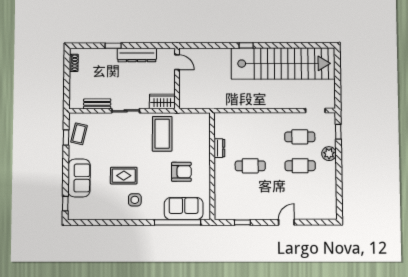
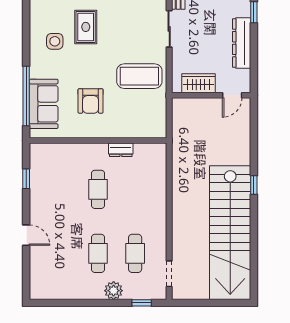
wardrobe: (162, 101) -> (199, 83), moved, turned -90

